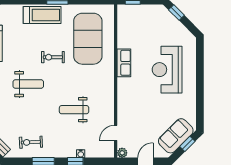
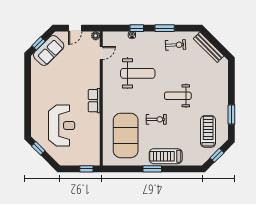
window: (176, 13) -> (38, 148), moved
row of seats: (124, 63) -> (94, 101), moved
reception desk: (167, 70) -> (62, 125), moved
weight bench: (74, 110) -> (138, 73), width x1.36, depth x1.33

